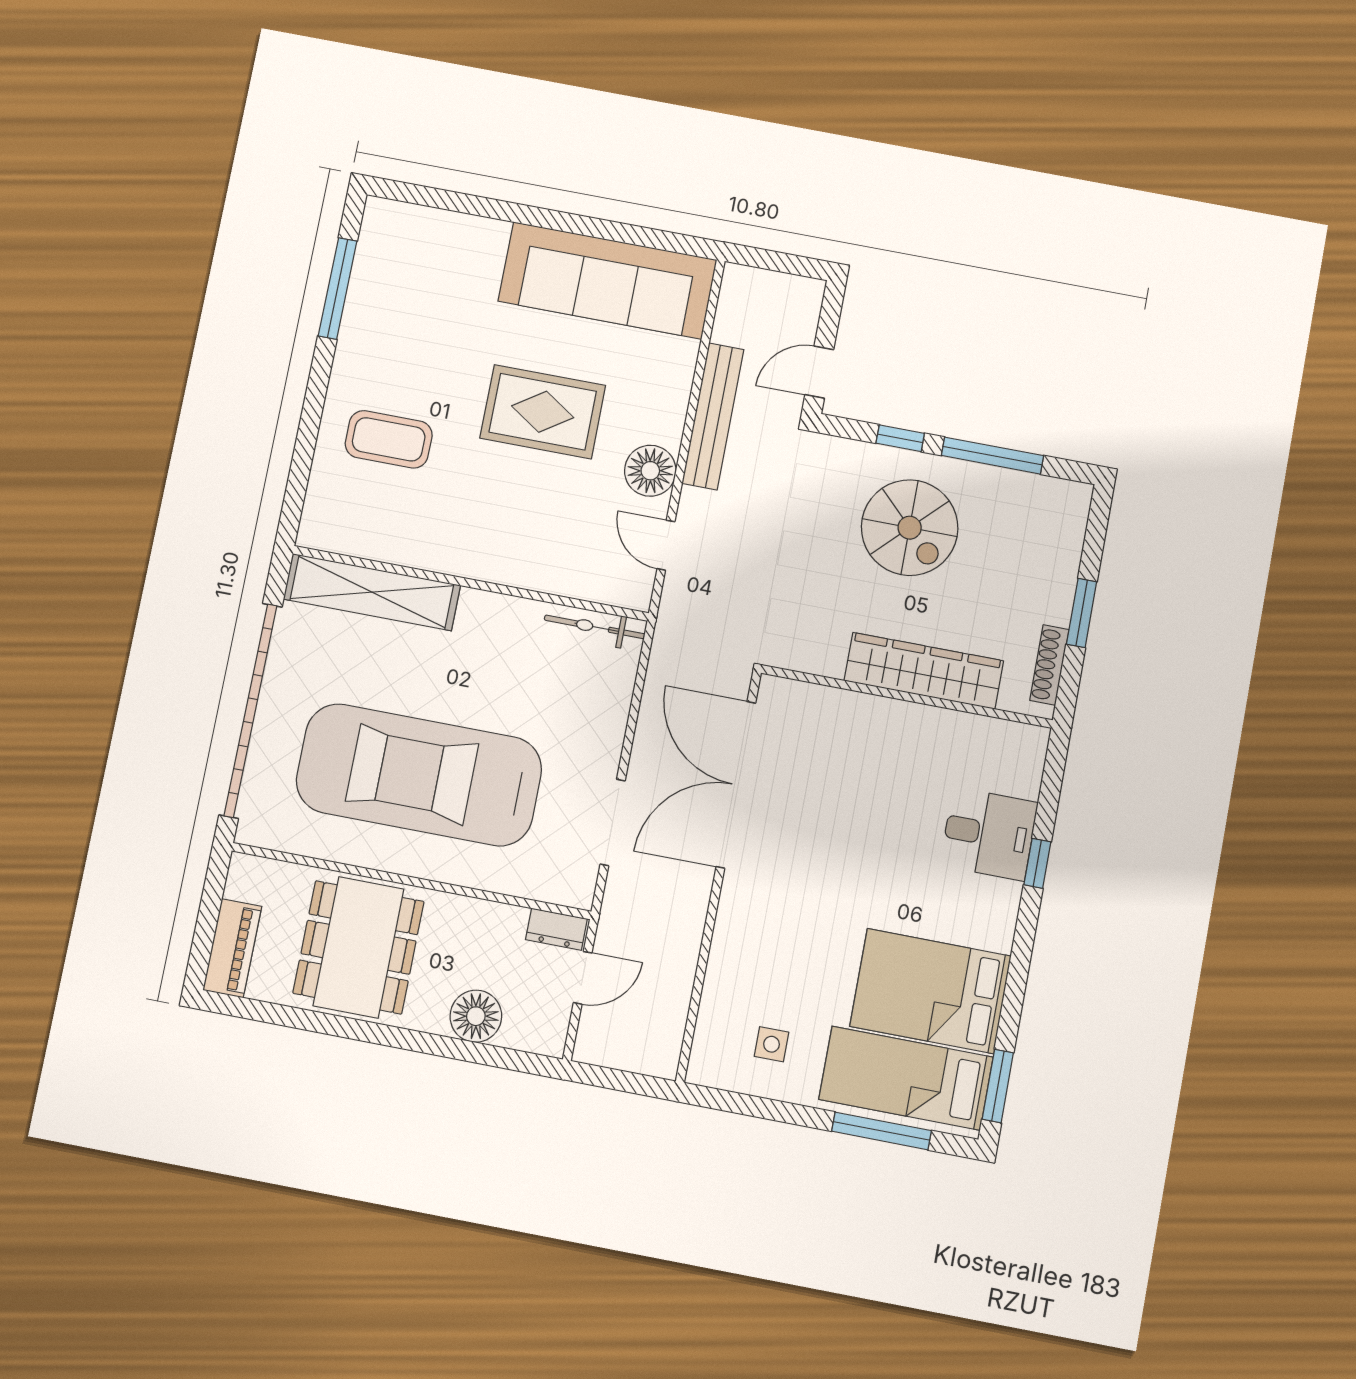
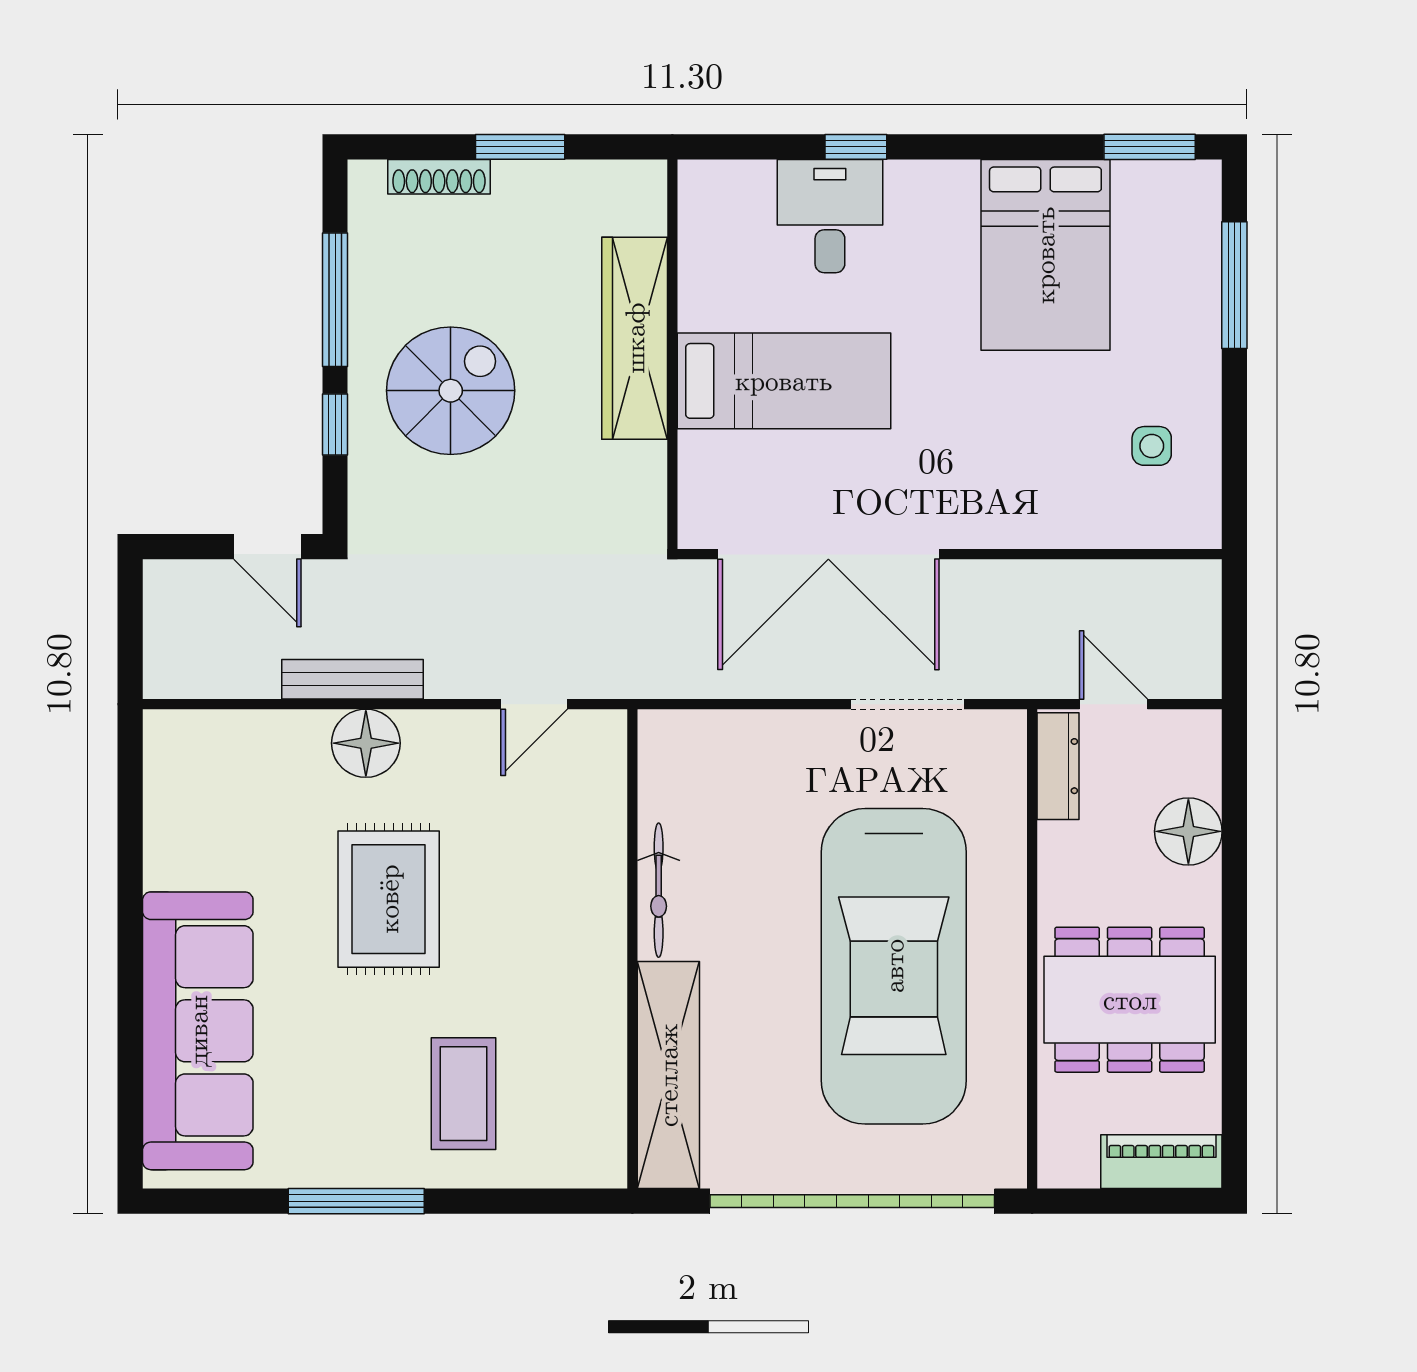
sofa: (607, 280) -> (198, 1031), moved
window: (338, 289) -> (356, 1201), moved
bench: (713, 416) -> (353, 679), width x0.73, depth x0.82
floor lamp: (650, 471) -> (366, 743), moved
bicycle: (595, 627) -> (659, 890), moved
shoe rack: (1049, 665) -> (439, 177), moved
dresser: (556, 929) -> (1058, 766), width x1.44
bed: (906, 1078) -> (784, 381), moved, turned -90

